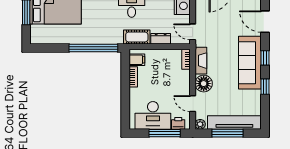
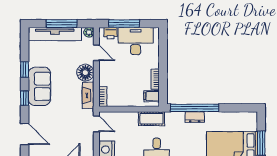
dresser: (161, 39) -> (195, 117), moved
sofa: (250, 63) -> (39, 86), width x0.73

